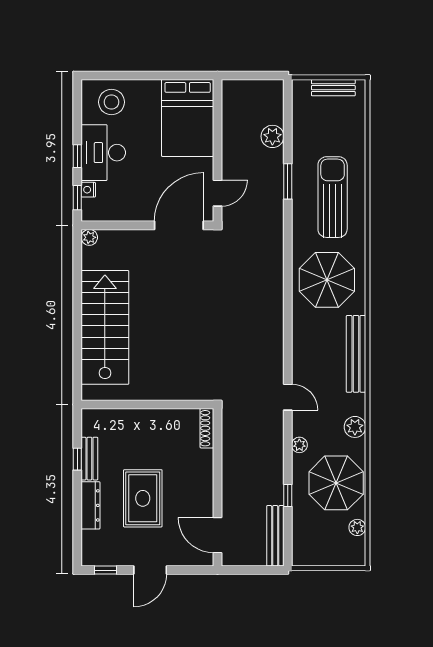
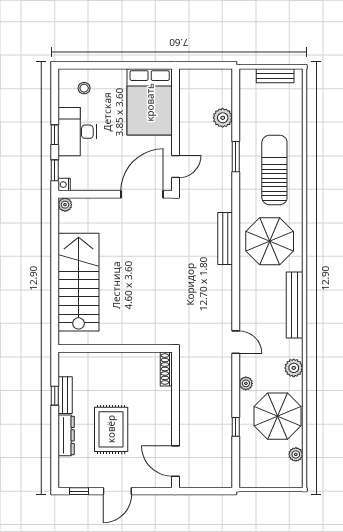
stool: (111, 102) -> (84, 88), width x0.53, depth x0.53
nightstand: (88, 190) -> (64, 185), moved
bench: (275, 536) -> (225, 238), moved

